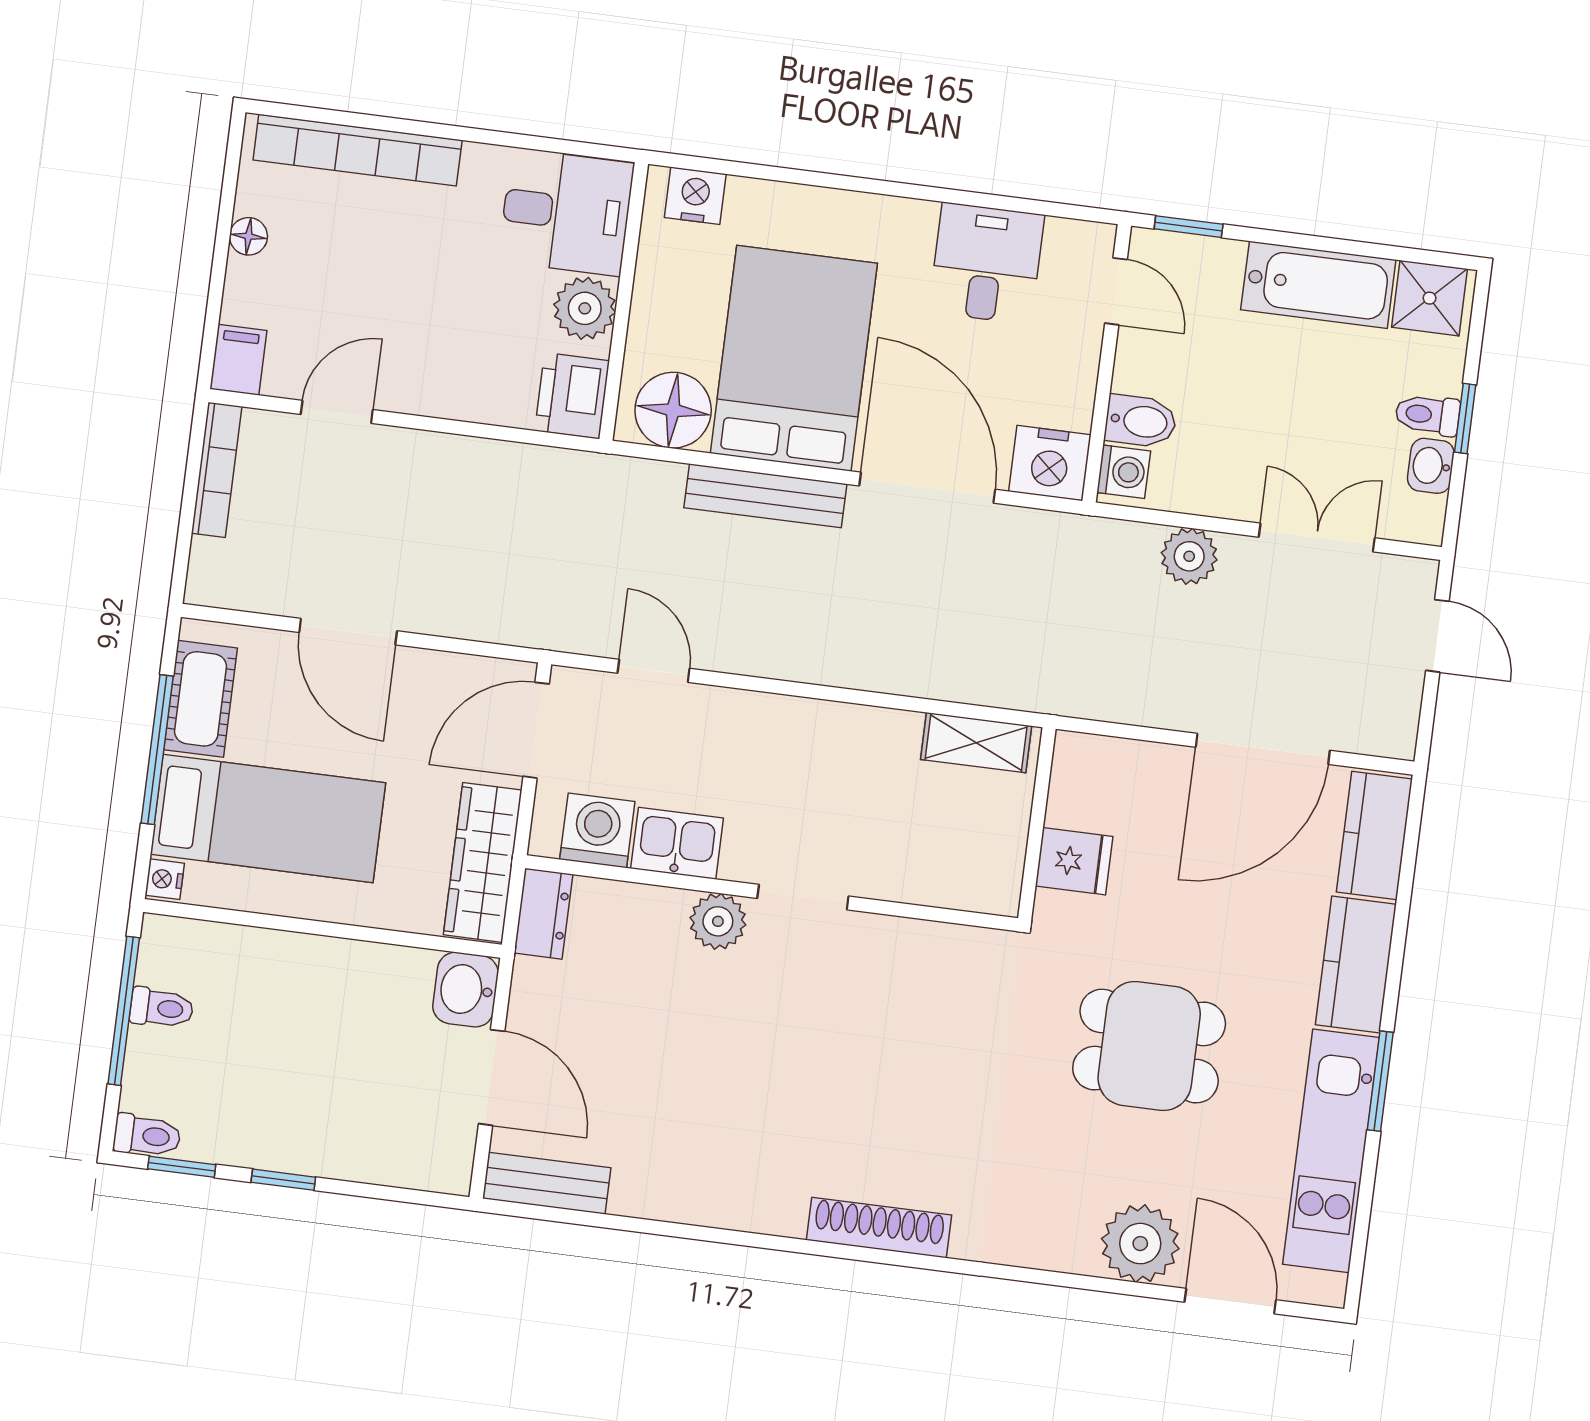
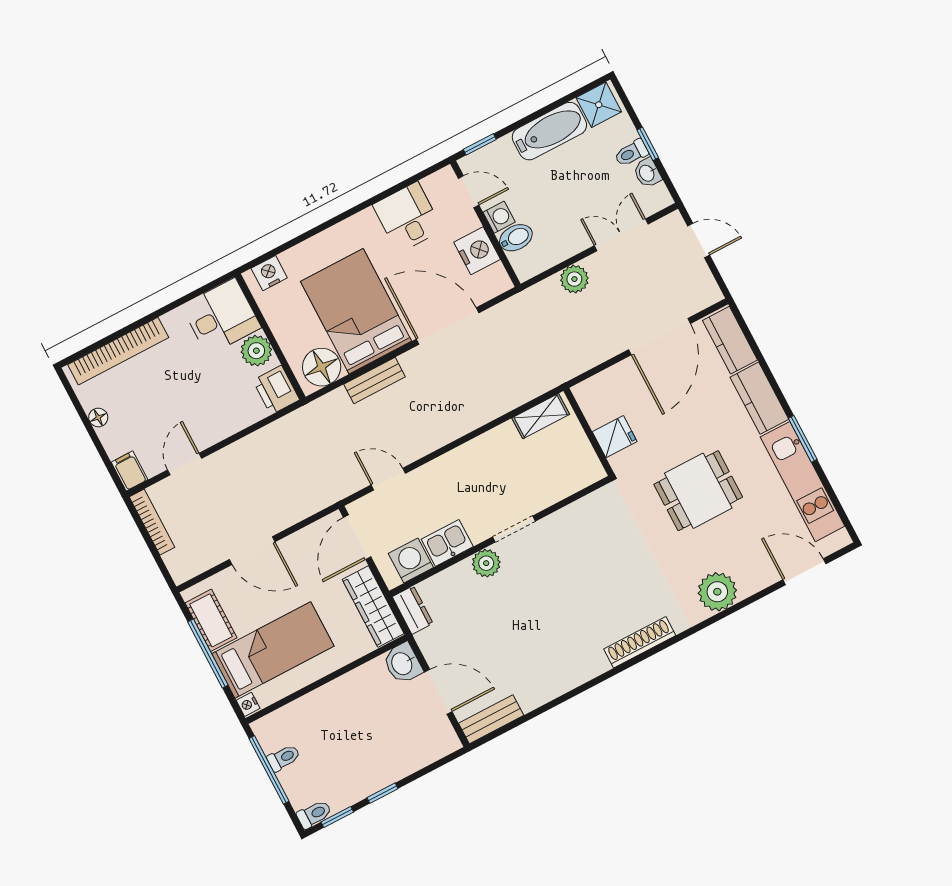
nightstand: (1050, 463) -> (477, 251), moved, turned -90
washing machine: (1124, 472) -> (499, 217), moved
bench: (765, 496) -> (374, 381), width x0.73
plant: (1140, 1244) -> (717, 592), moved

